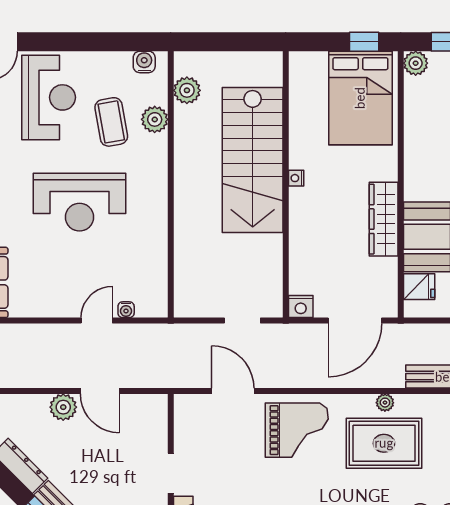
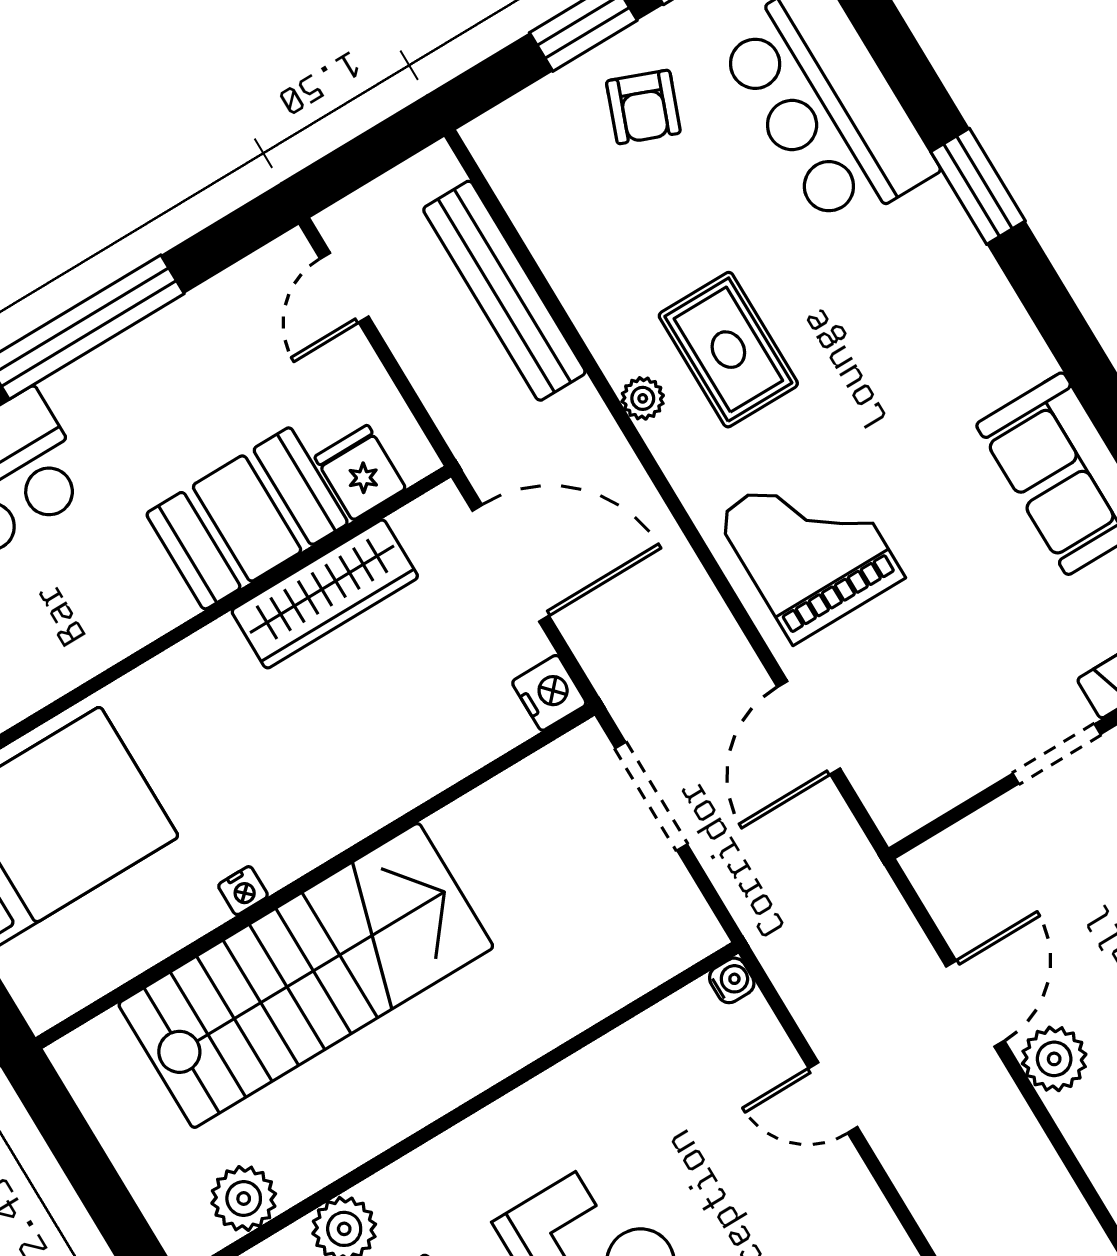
nightstand: (296, 178) -> (243, 891), moved
wardrobe: (384, 219) -> (325, 594), moved
water cooler: (126, 310) -> (732, 980), moved
doorway: (242, 321) -> (651, 796), width x1.38
rug: (384, 443) -> (728, 350), width x0.73, depth x0.70

